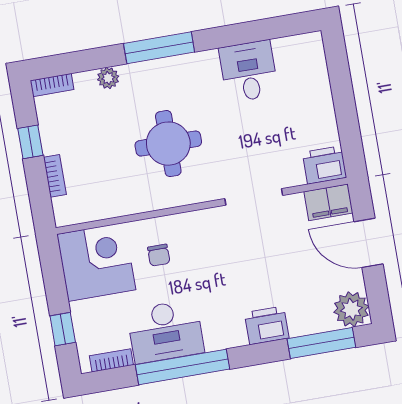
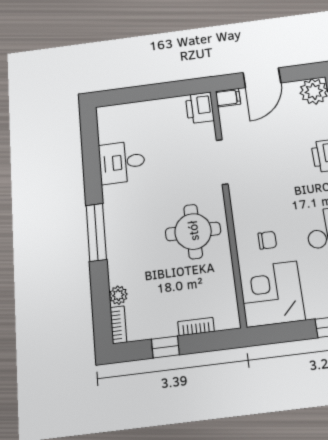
plant: (108, 78) -> (118, 295), moved
round table: (168, 144) -> (193, 231), moved
filing cabinet: (328, 202) -> (228, 98), width x0.50

